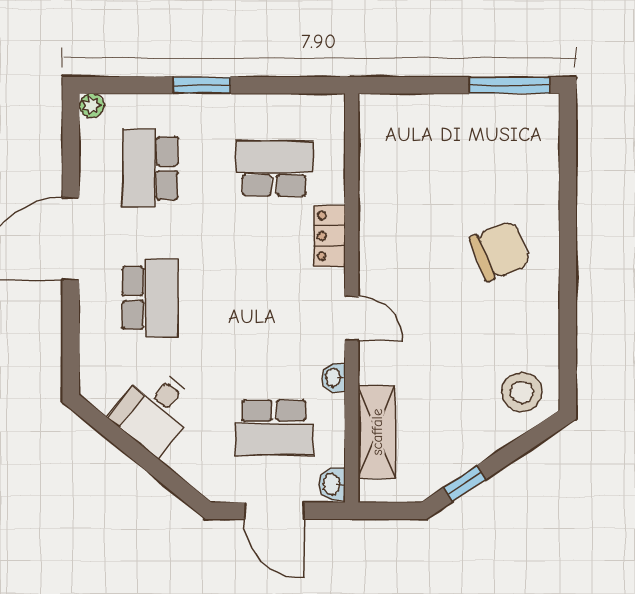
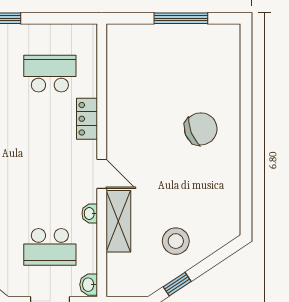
window: (509, 85) -> (181, 18), moved
stool: (522, 392) -> (176, 241), moved
shelving: (377, 432) -> (118, 221), moved

